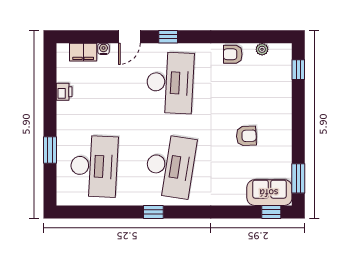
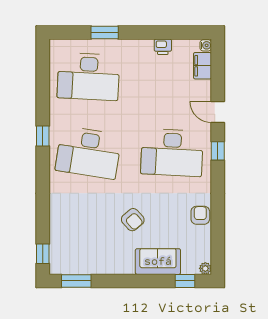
water cooler: (103, 49) -> (206, 45), moved
plant: (262, 49) -> (205, 268), moved
armchair: (246, 136) -> (133, 220), moved, turned -38
sofa: (269, 193) -> (158, 262), moved, turned -90

